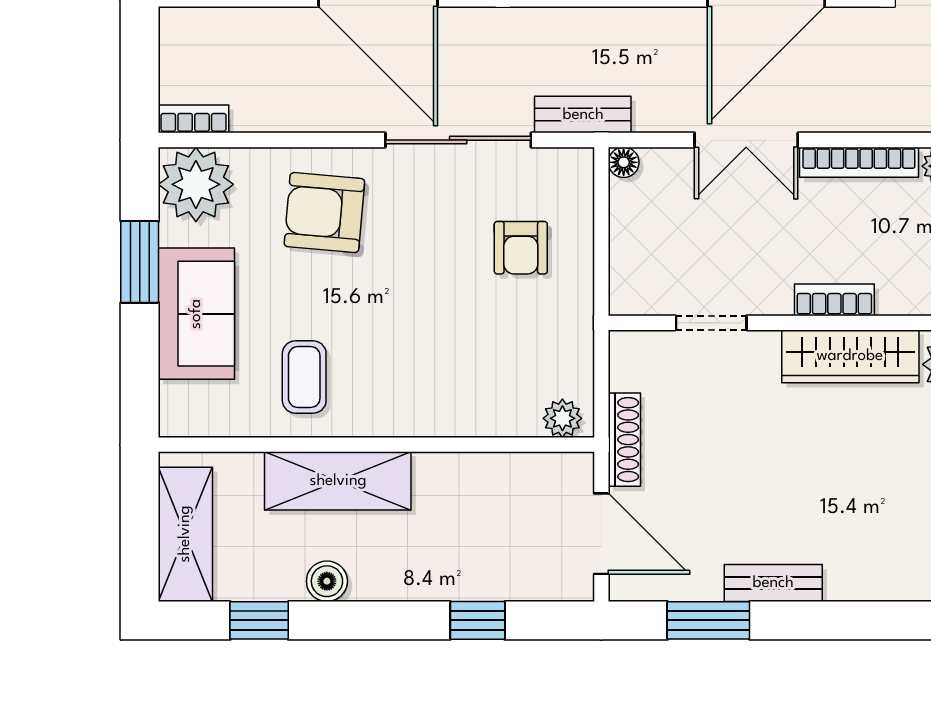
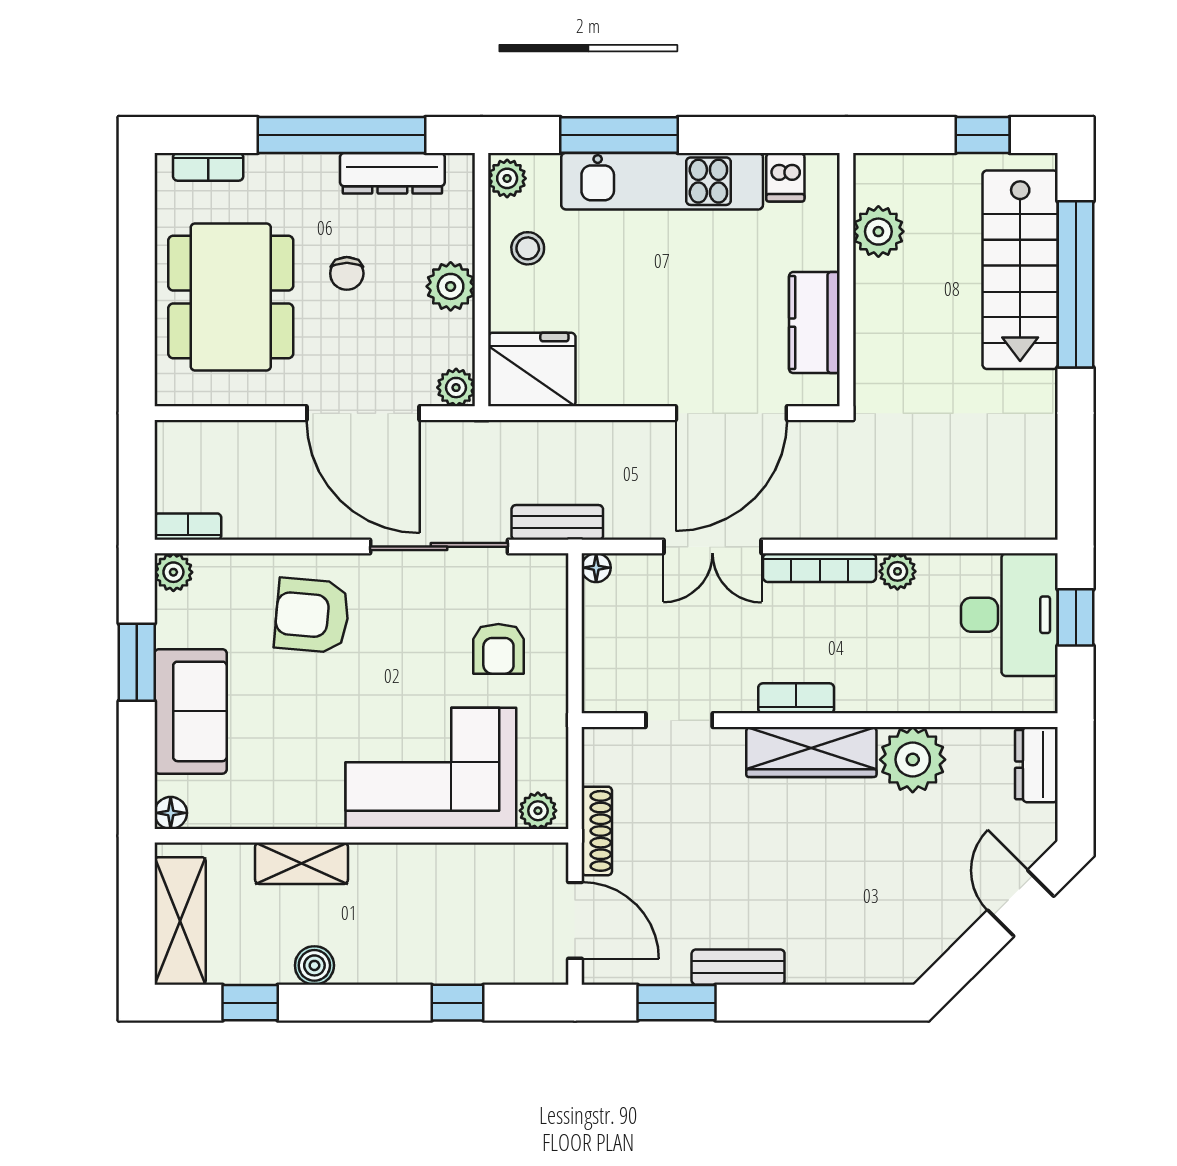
plant: (196, 184) -> (173, 572), width x0.53, depth x0.53
corner sofa: (450, 374) -> (431, 768), added
coffee table: (304, 377) -> (293, 772), removed
floor lamp: (176, 421) -> (171, 813), added
shelving: (338, 481) -> (302, 863), width x0.67, depth x0.75

